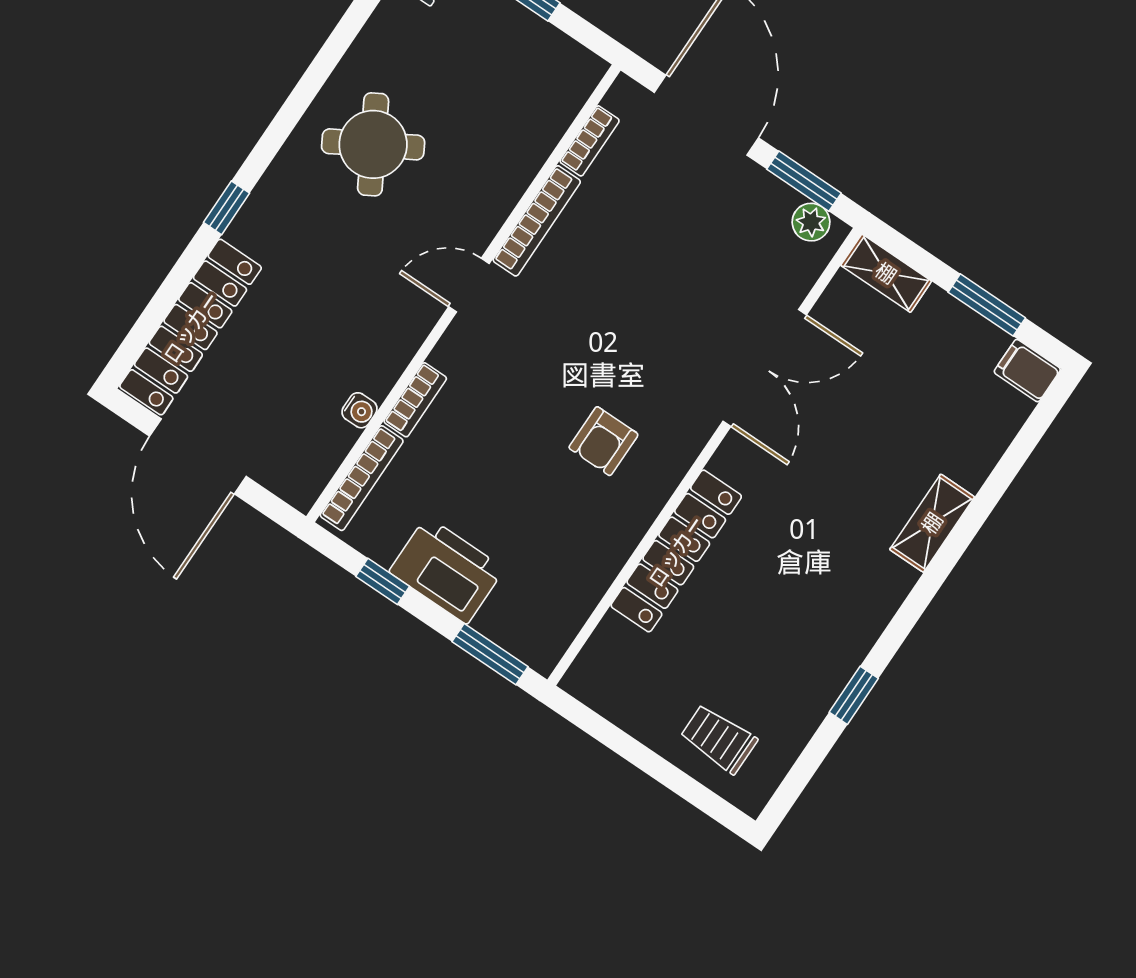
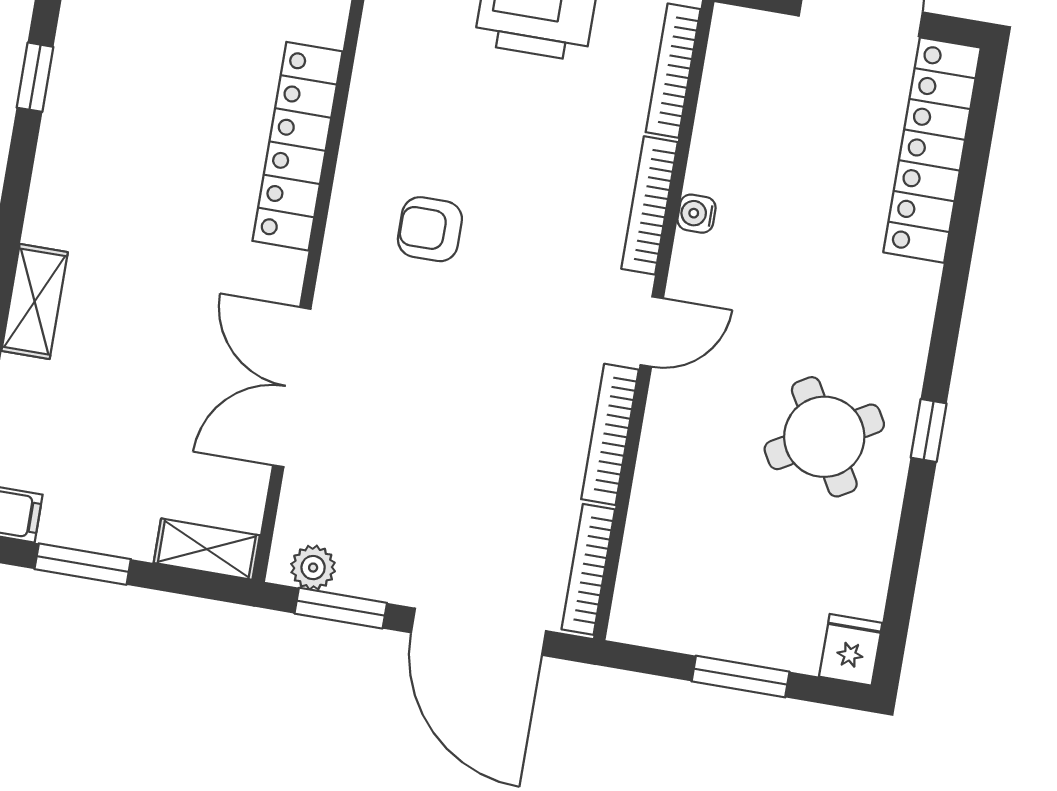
bookcase: (590, 141) -> (588, 569), width x1.56
window: (227, 208) -> (929, 431), moved
bookcase: (415, 400) -> (650, 205), width x1.56
water cooler: (359, 410) -> (697, 214), moved
armchair: (603, 441) -> (430, 229), turned -90

